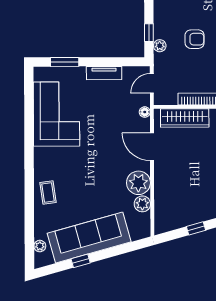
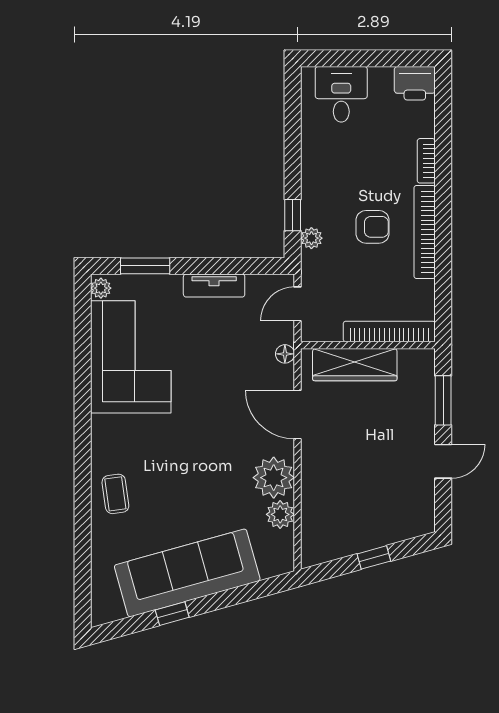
plant: (40, 246) -> (101, 288), moved

